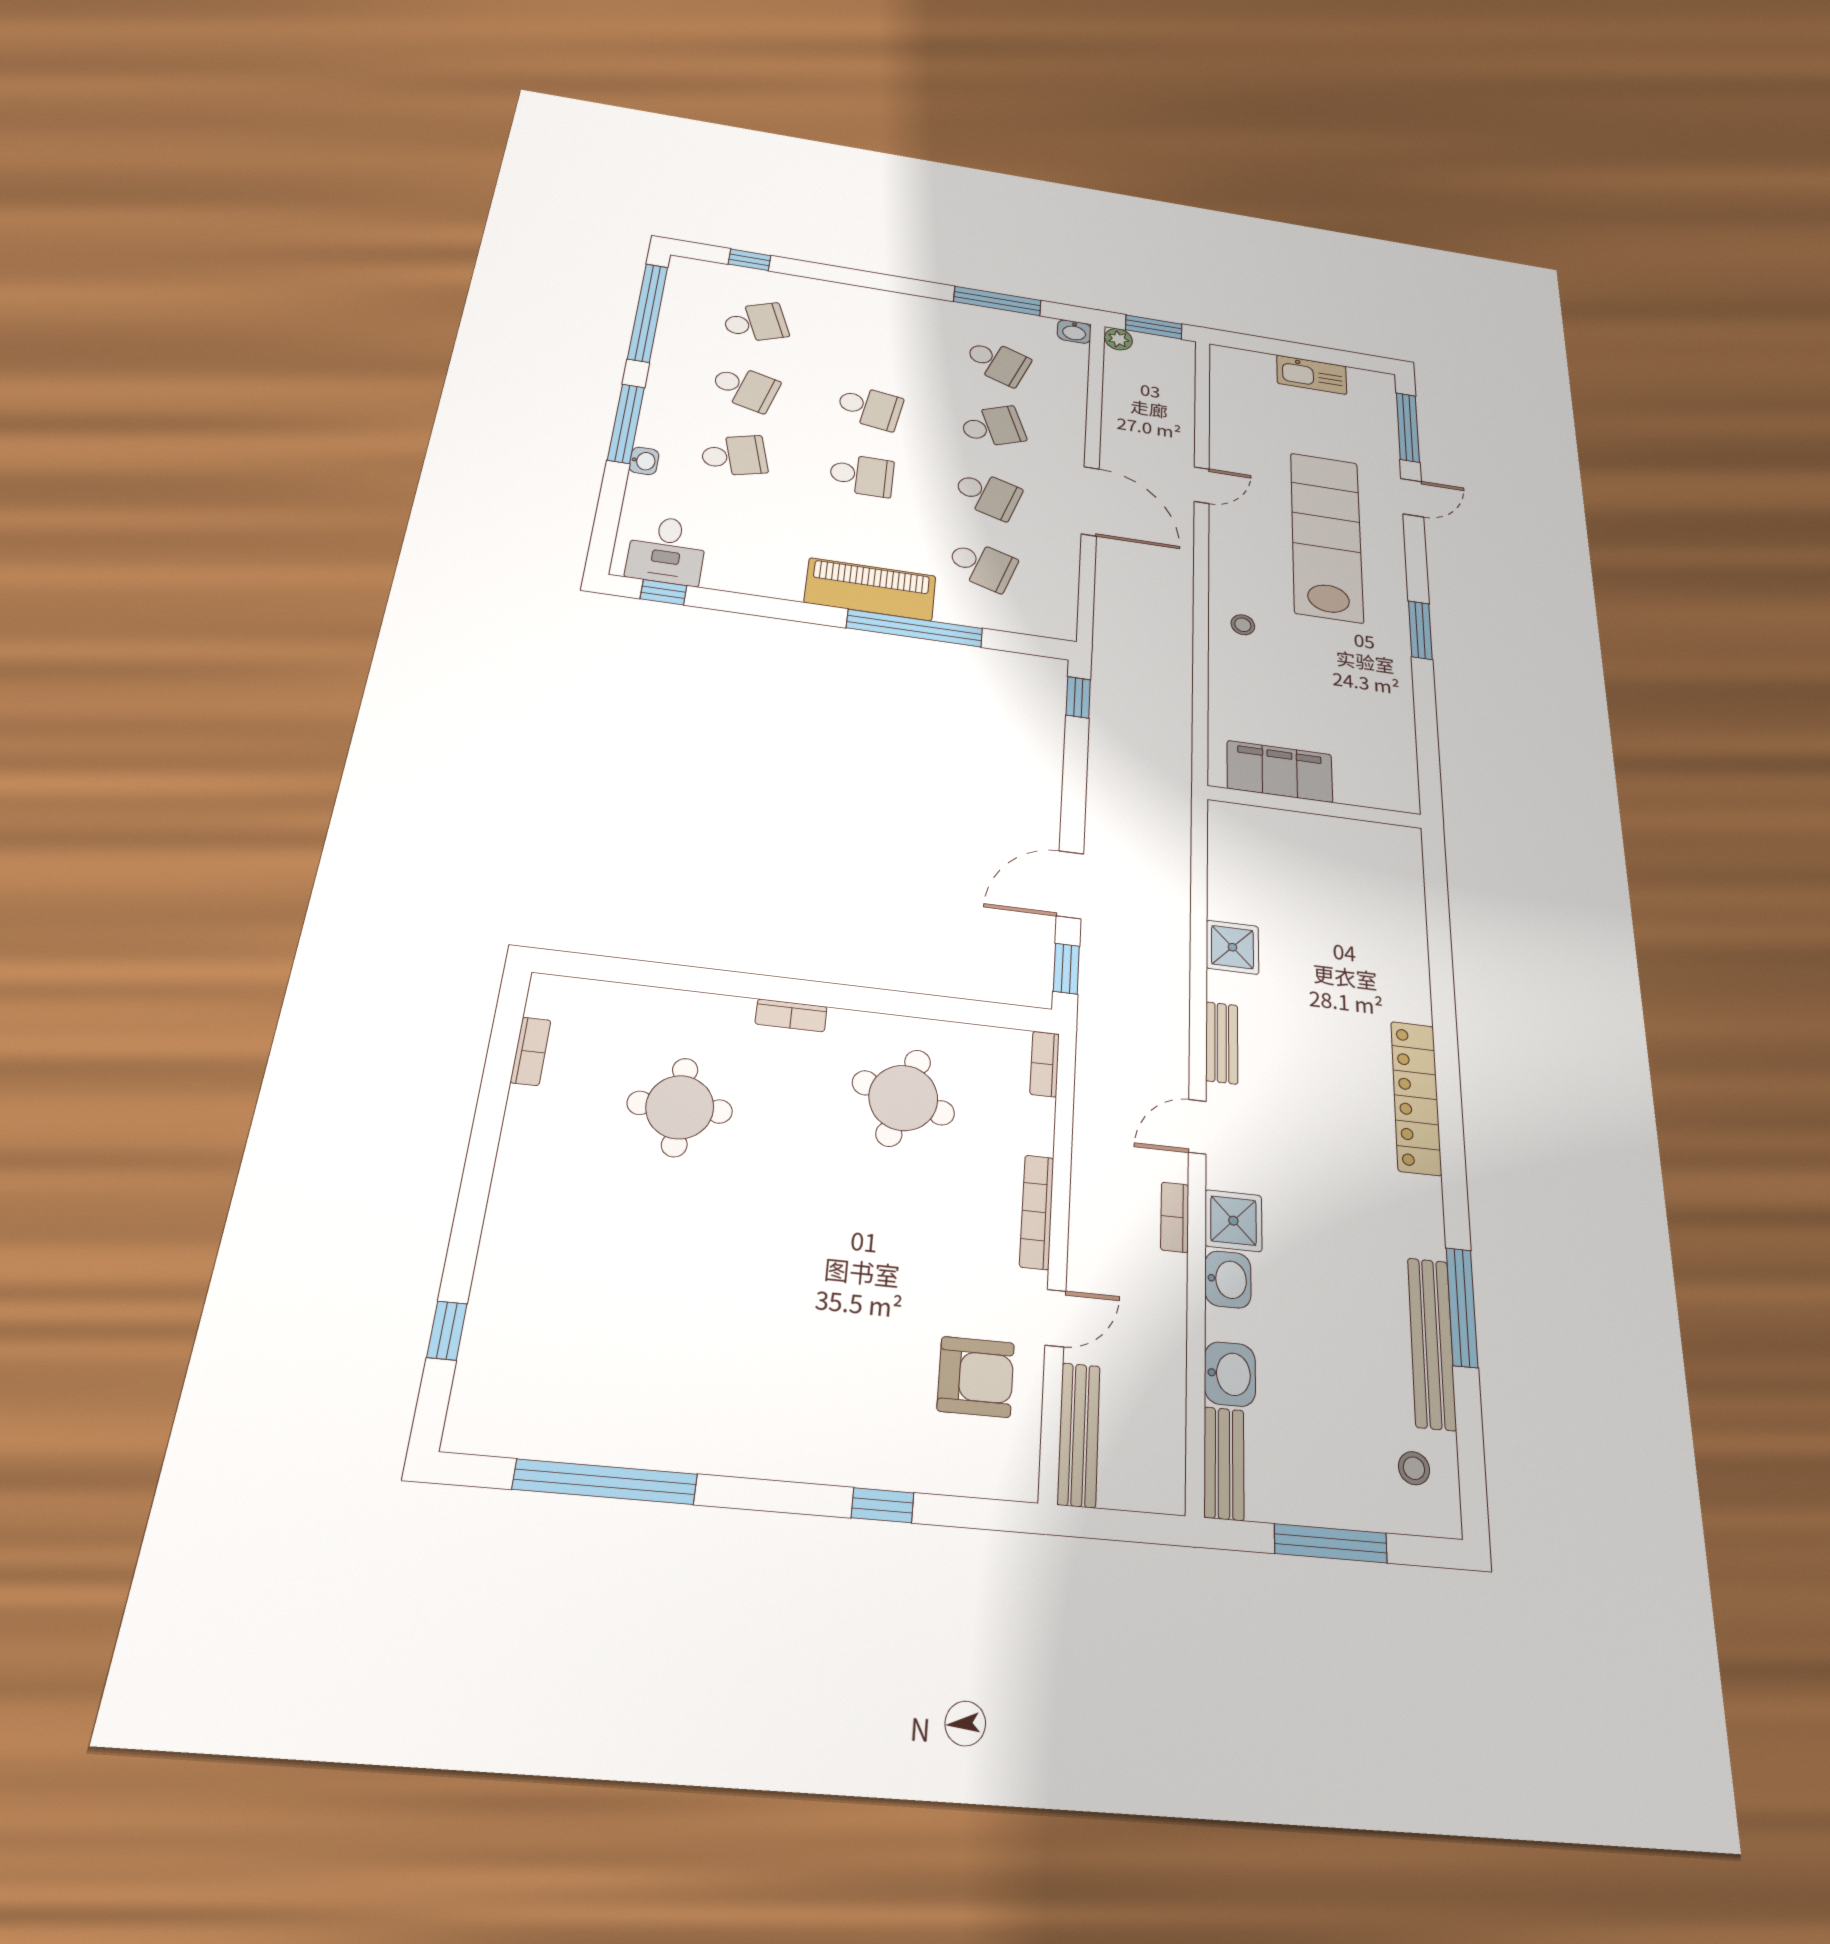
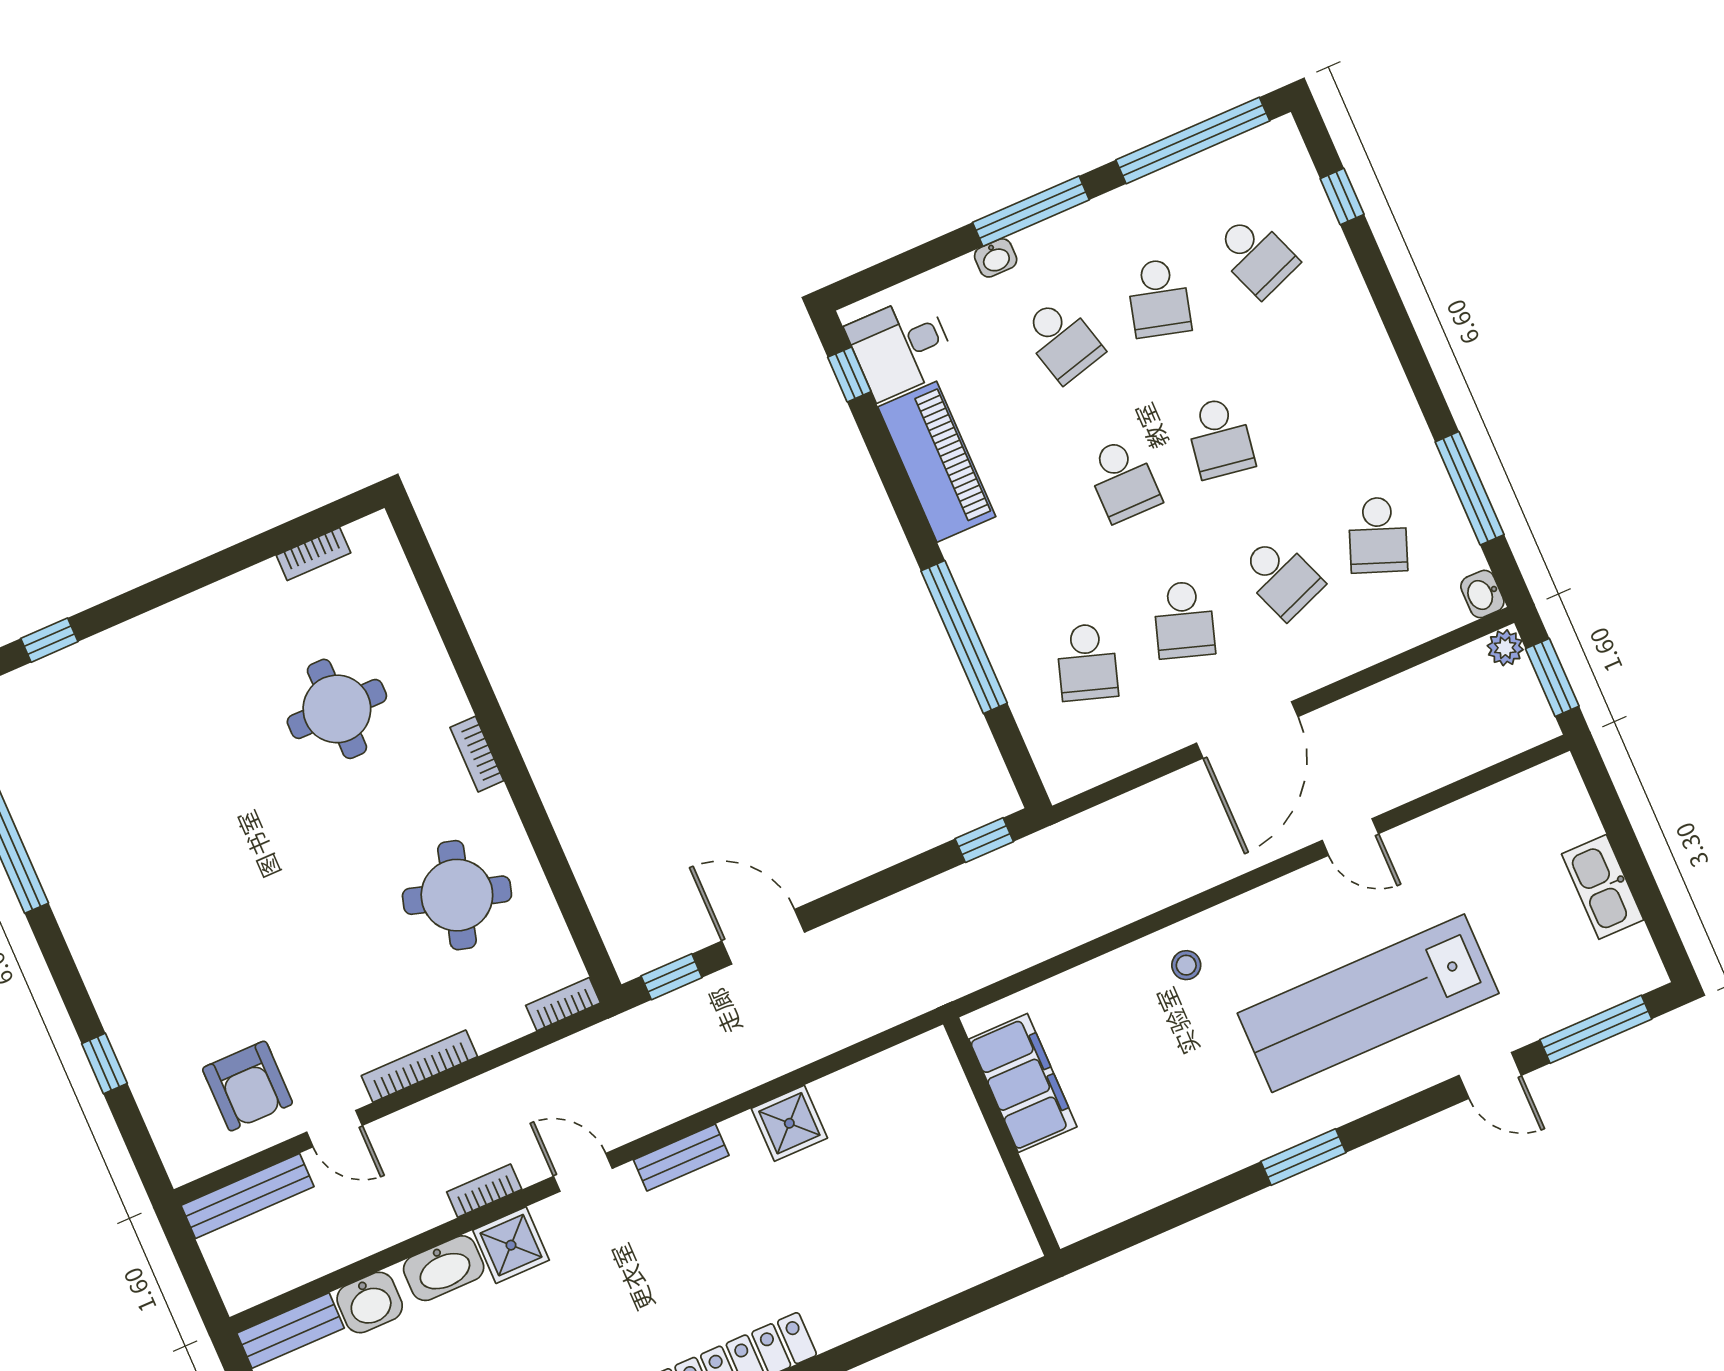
lab bench: (1326, 537) -> (1368, 1003), turned 180
piano: (870, 589) -> (937, 462), moved
washbasin: (1228, 1279) -> (444, 1268), width x1.38

